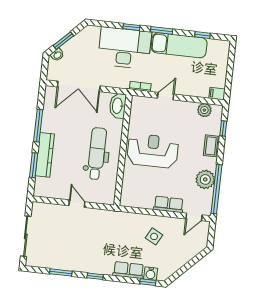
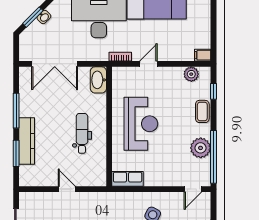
washbasin: (57, 55) -> (44, 17), moved
reception desk: (153, 151) -> (141, 124), turned 90
dental chair: (97, 154) -> (82, 133), width x0.73, depth x0.72
row of seats: (169, 204) -> (128, 179), moved

